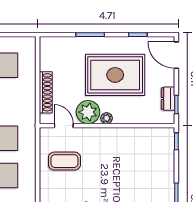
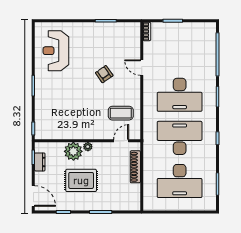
rug: (115, 75) -> (81, 180), width x0.73, depth x0.69
plant: (88, 112) -> (73, 151), moved
door: (64, 126) -> (121, 141), swing flipped

